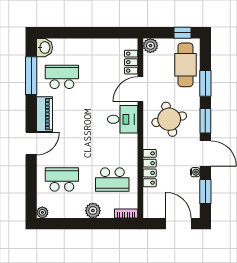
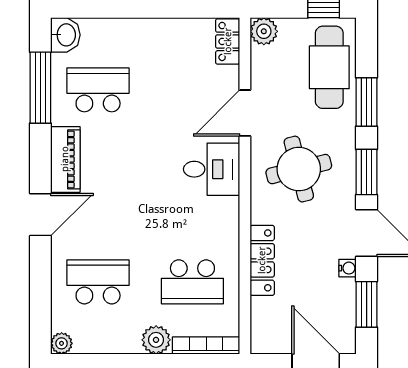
locker: (131, 62) -> (228, 41), moved
bookcase: (126, 214) -> (206, 346), width x1.56

